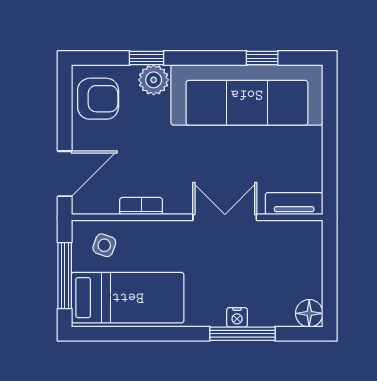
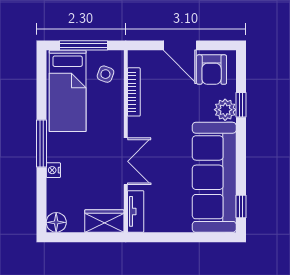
window: (262, 58) -> (241, 206), moved
door: (65, 174) -> (180, 45), moved
bookcase: (141, 206) -> (134, 92), width x1.56
wardrobe: (307, 247) -> (104, 221), added
window: (242, 334) -> (41, 143), moved

